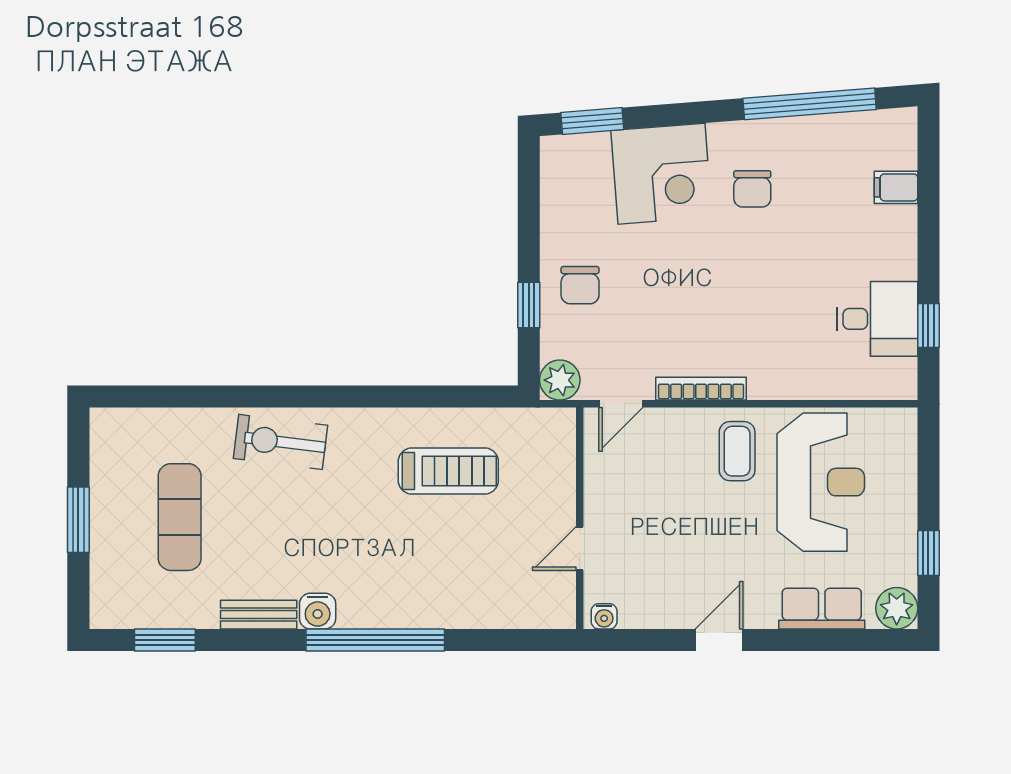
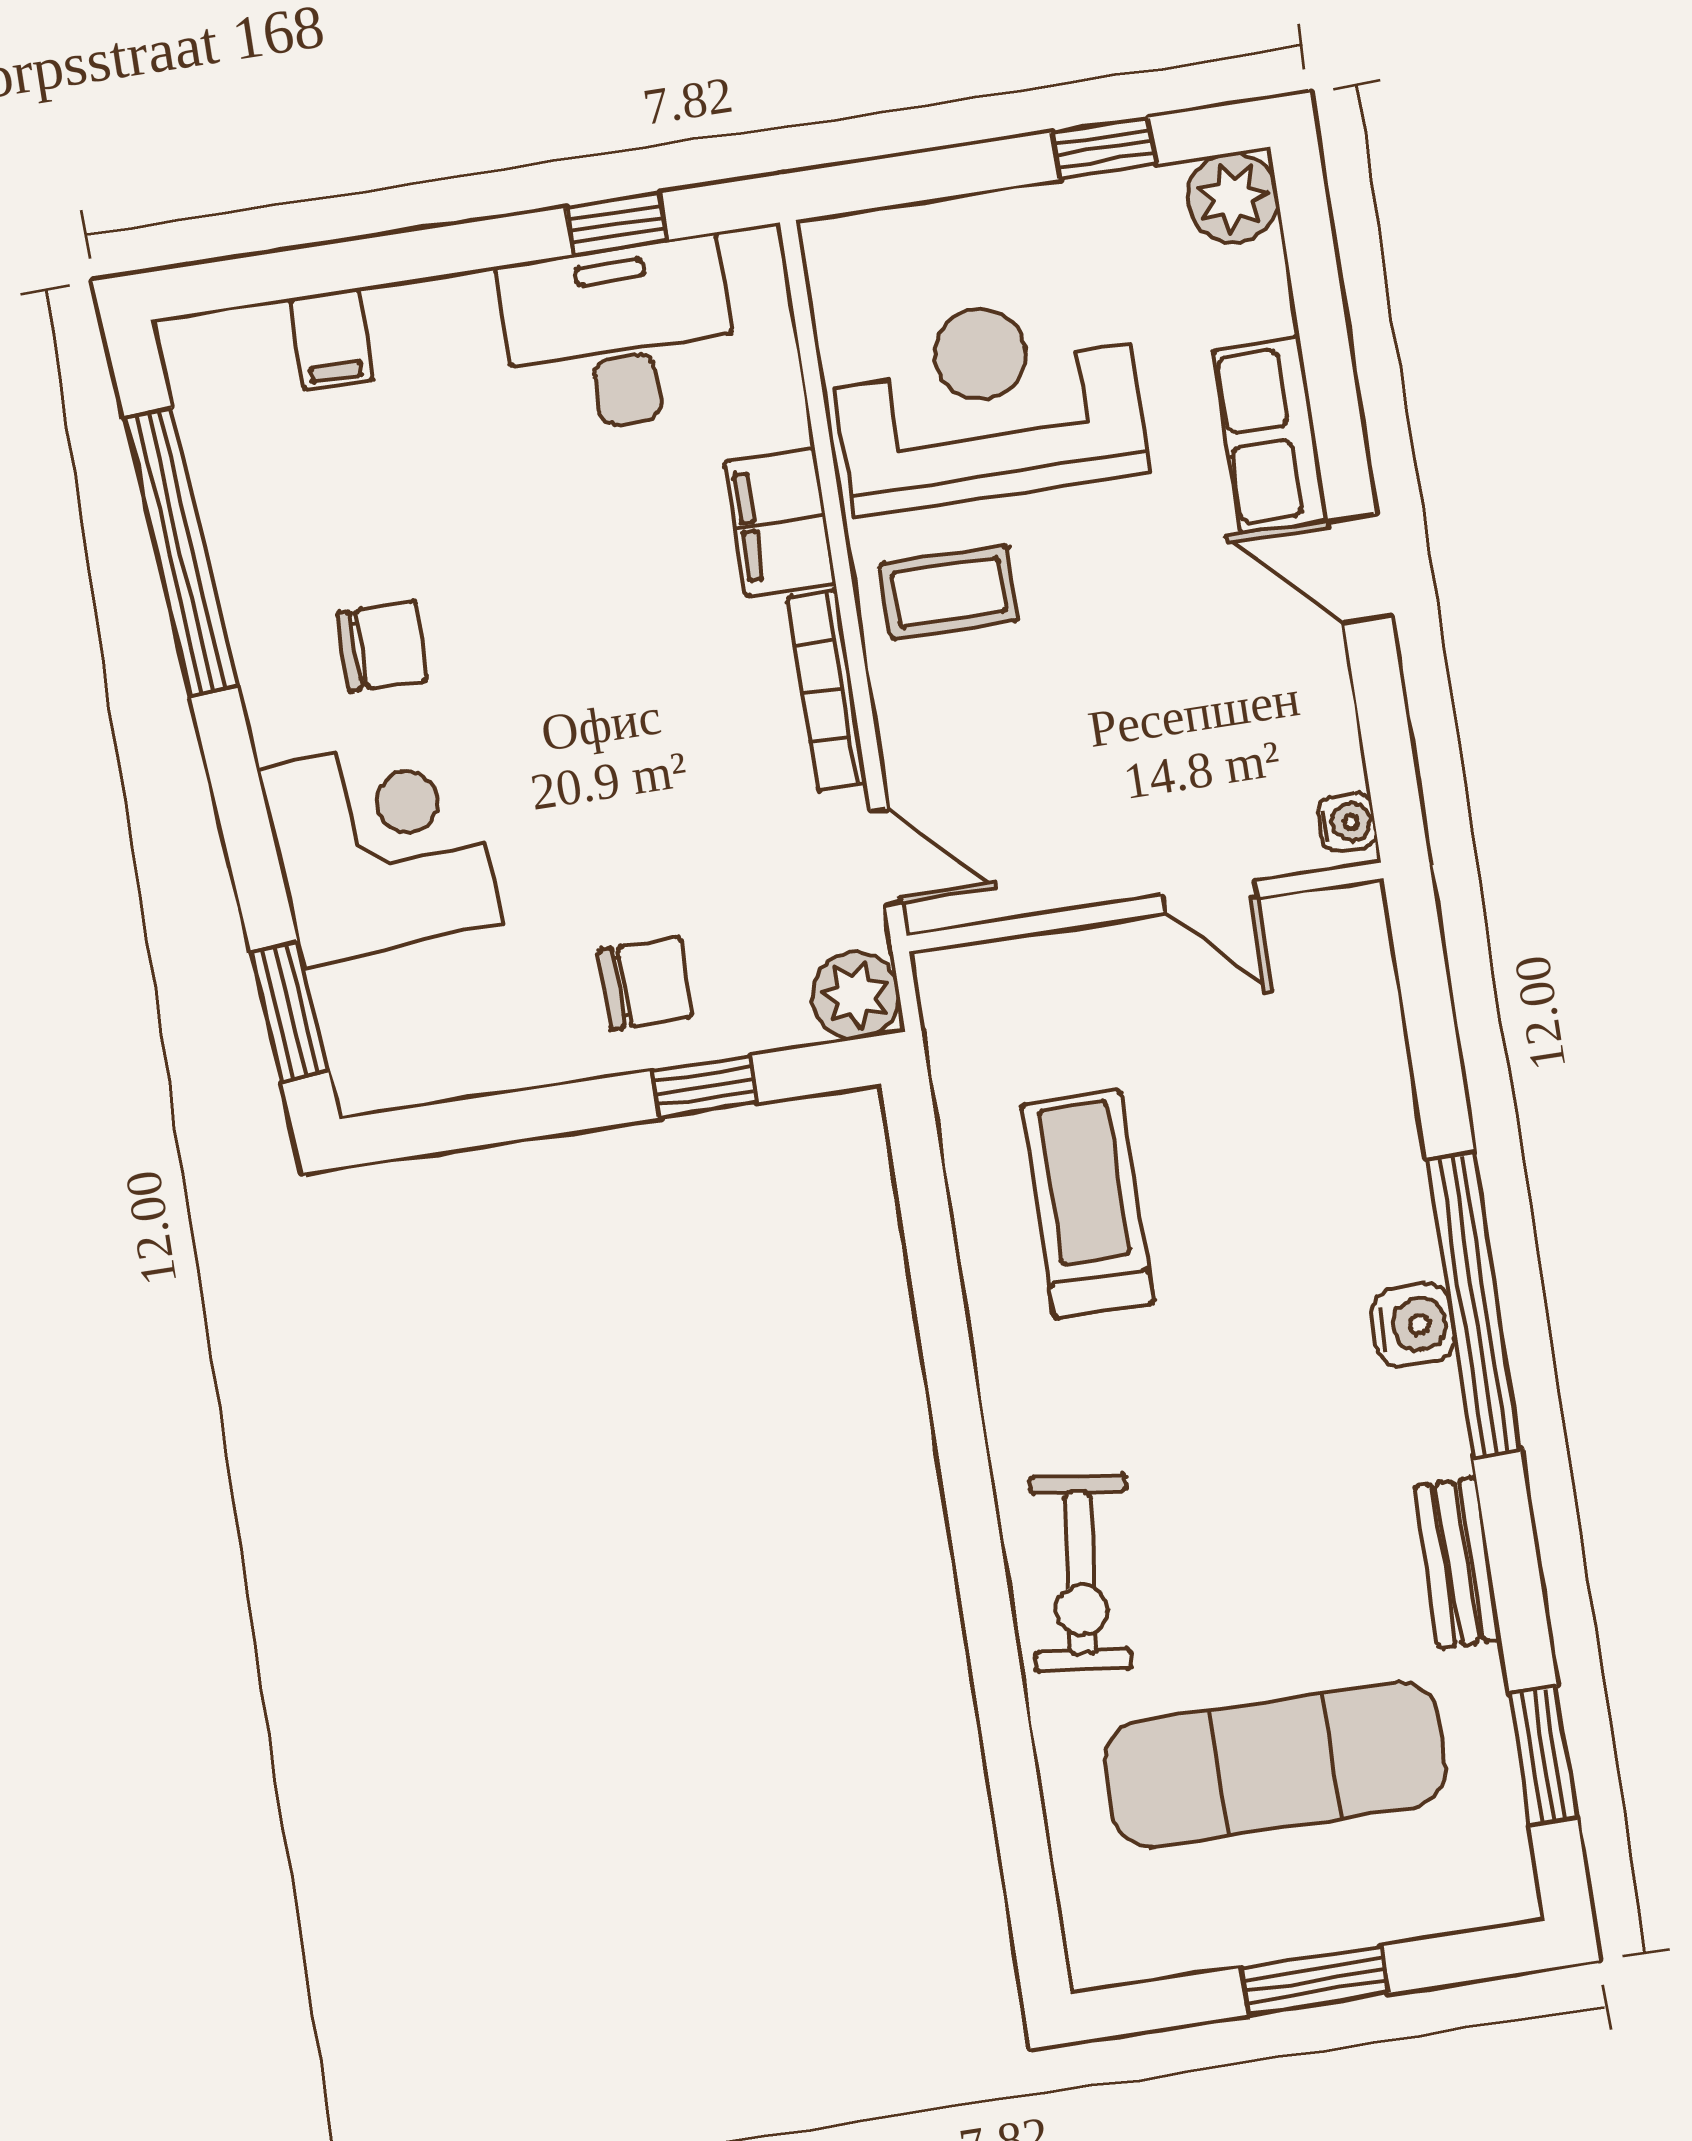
desk: (877, 319) -> (619, 336), width x1.37
filing cabinet: (781, 379) -> (780, 522), added
exercise mat: (180, 517) -> (1275, 1764), width x1.36, depth x1.45
row of seats: (822, 609) -> (1270, 435), moved
water cooler: (318, 611) -> (1413, 1325), moved

